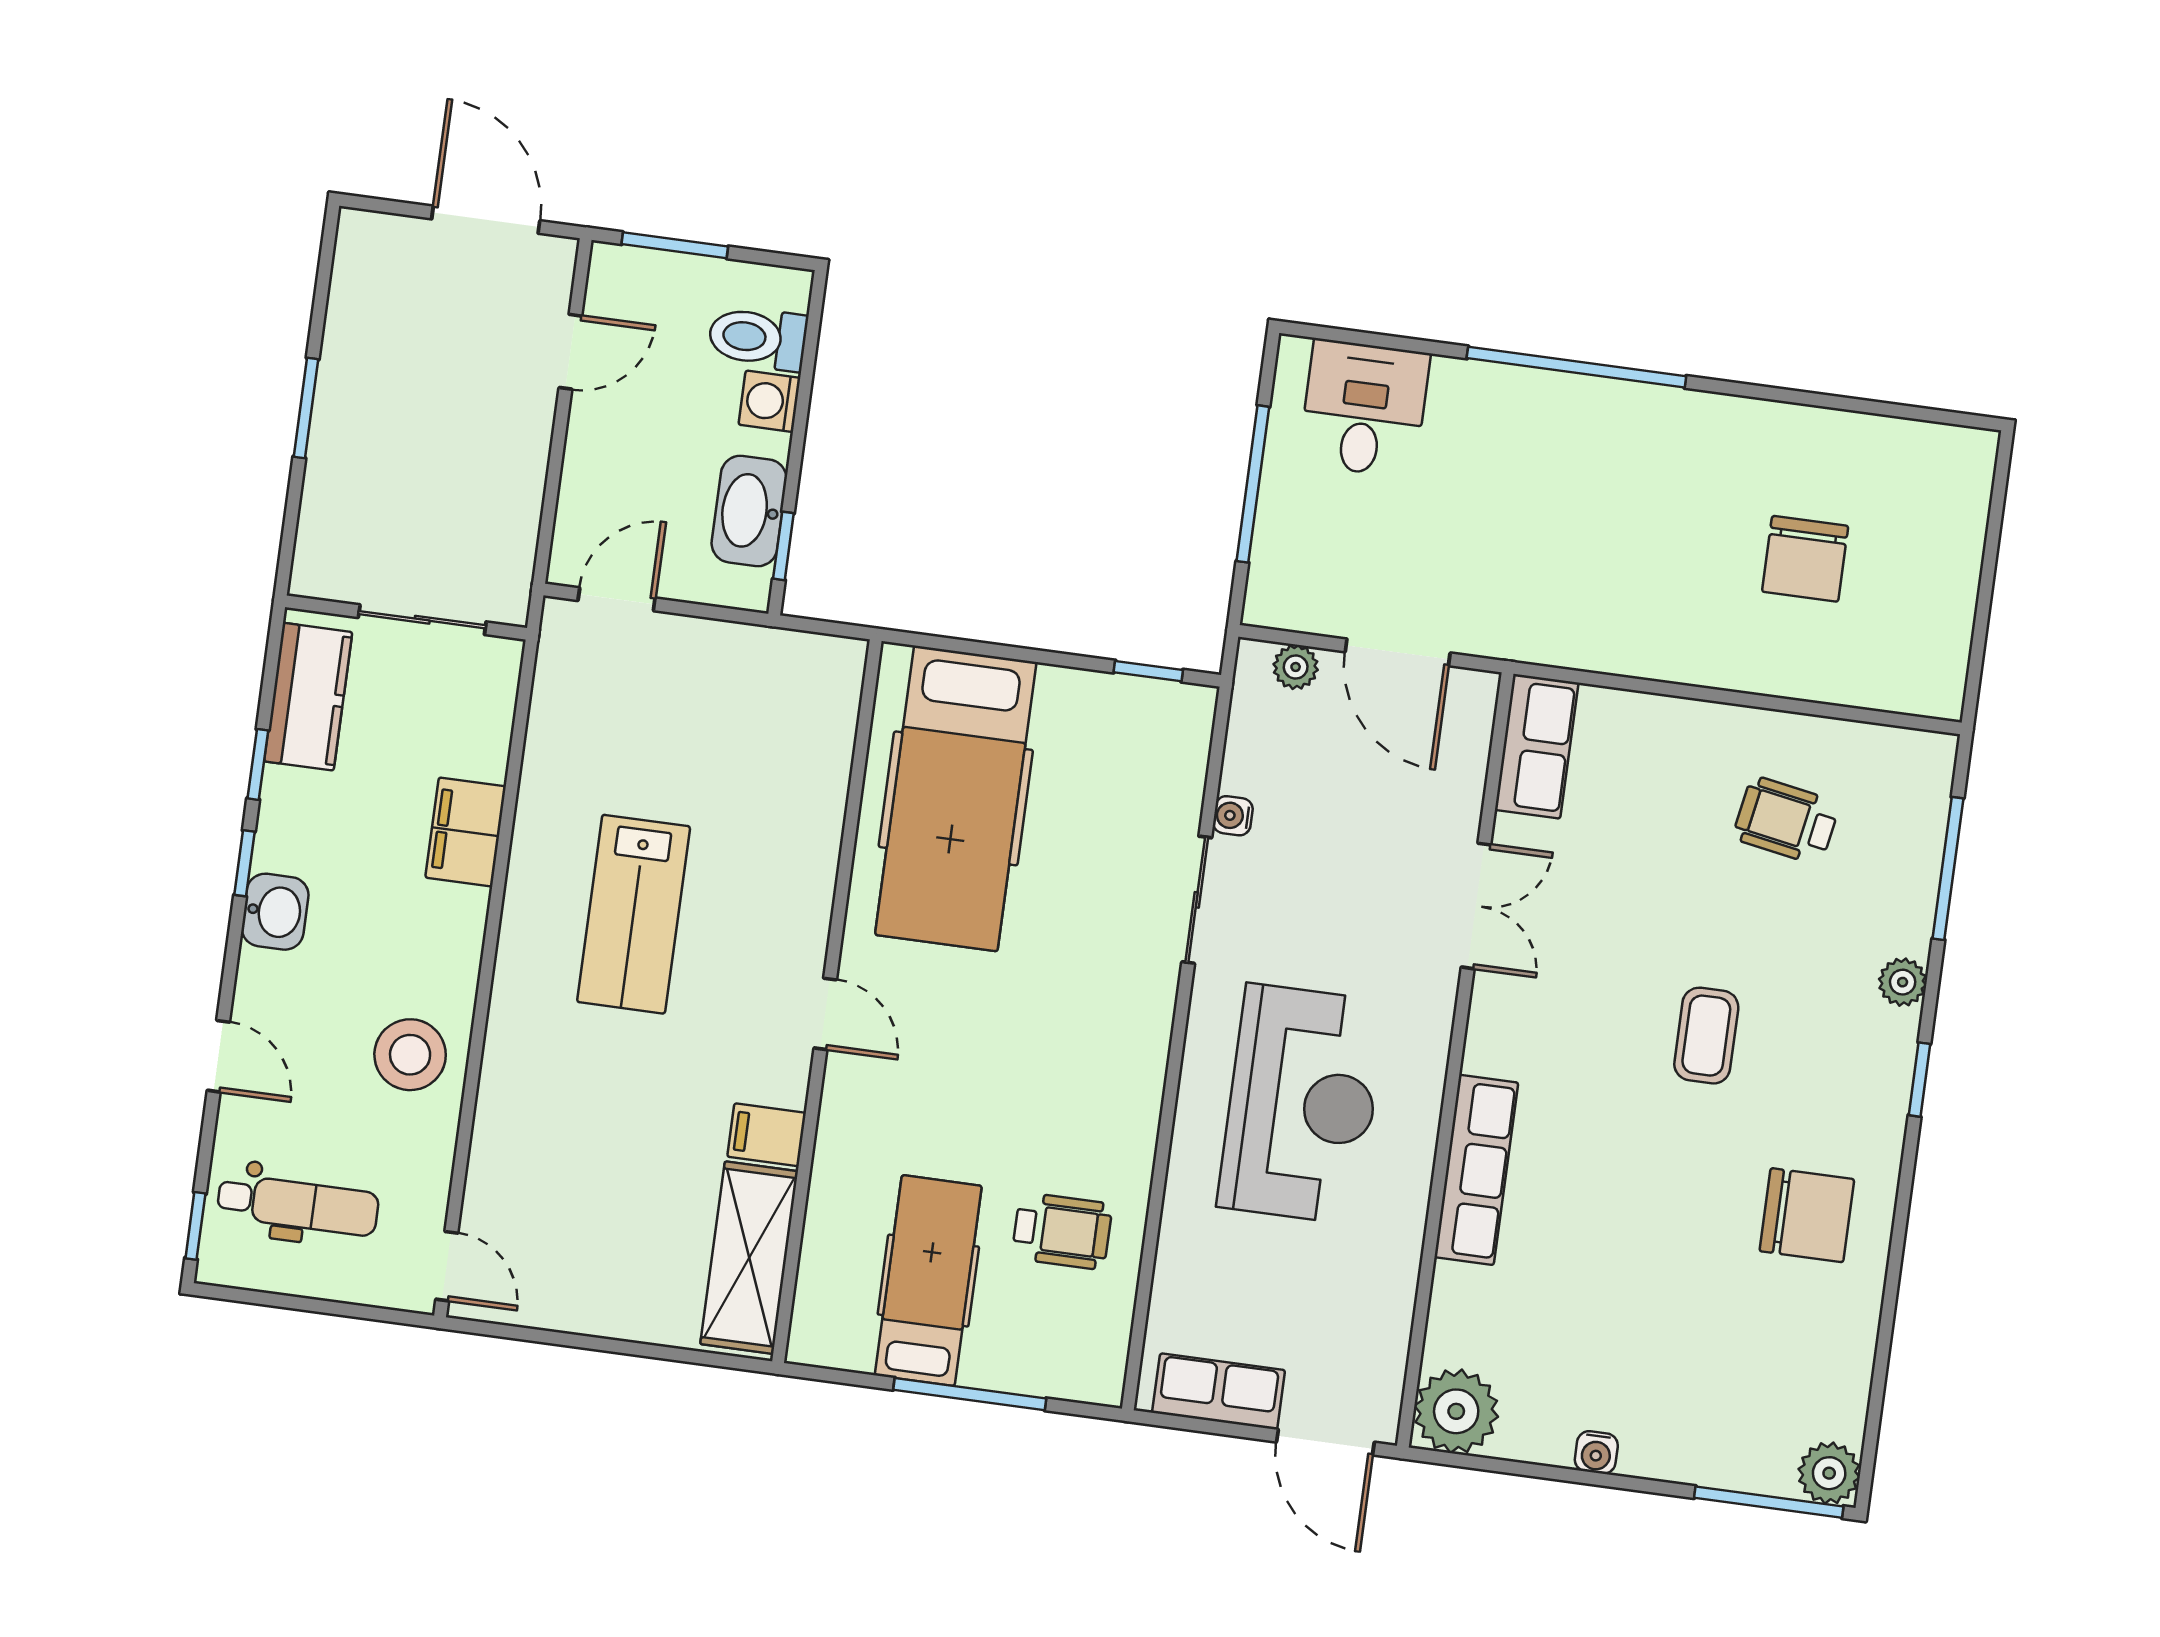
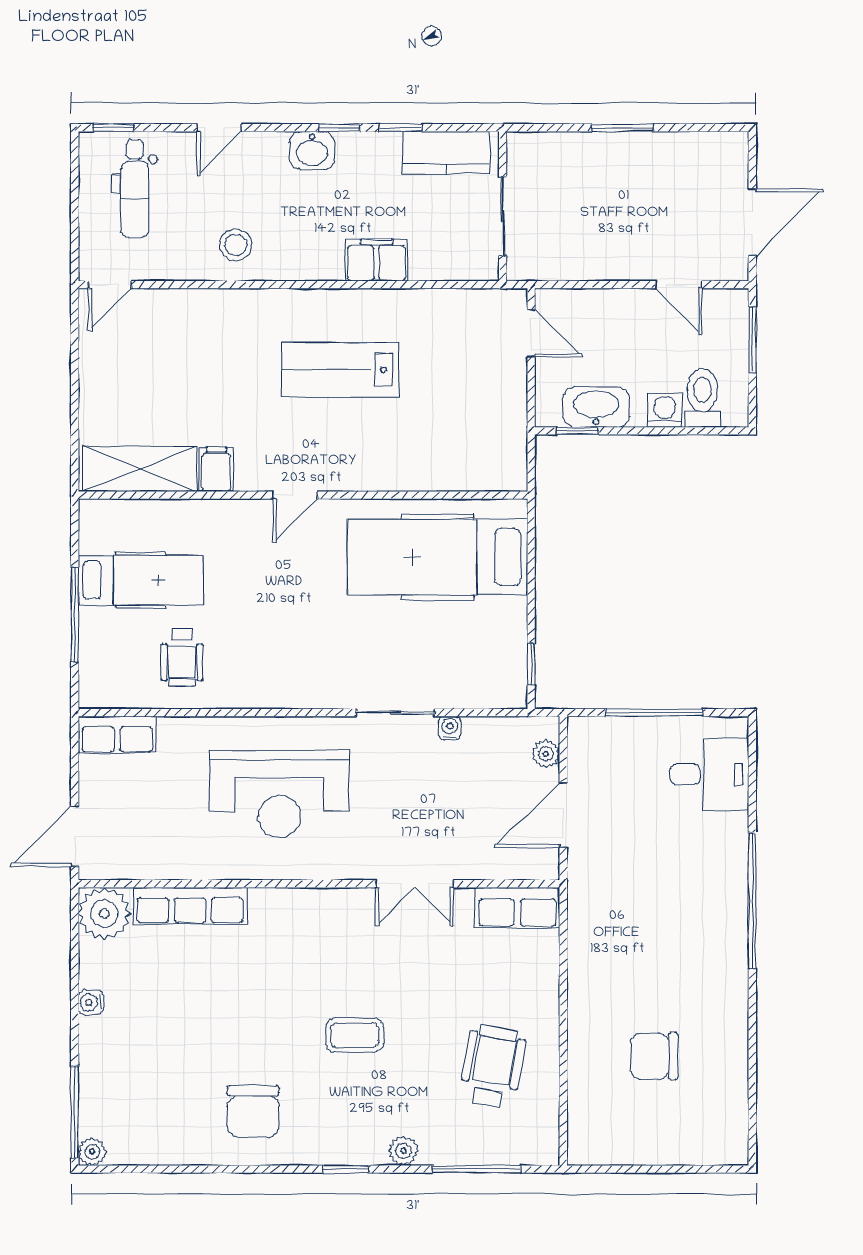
wheelchair: (1786, 820) -> (493, 1066), width x1.36, depth x1.37
stool: (410, 1055) -> (236, 245), width x0.73, depth x0.73
row of seats: (1476, 1170) -> (190, 906), moved
row of seats: (1219, 1391) -> (117, 735), moved, turned 90
plant: (1829, 1473) -> (92, 1152), width x0.73, depth x0.73

